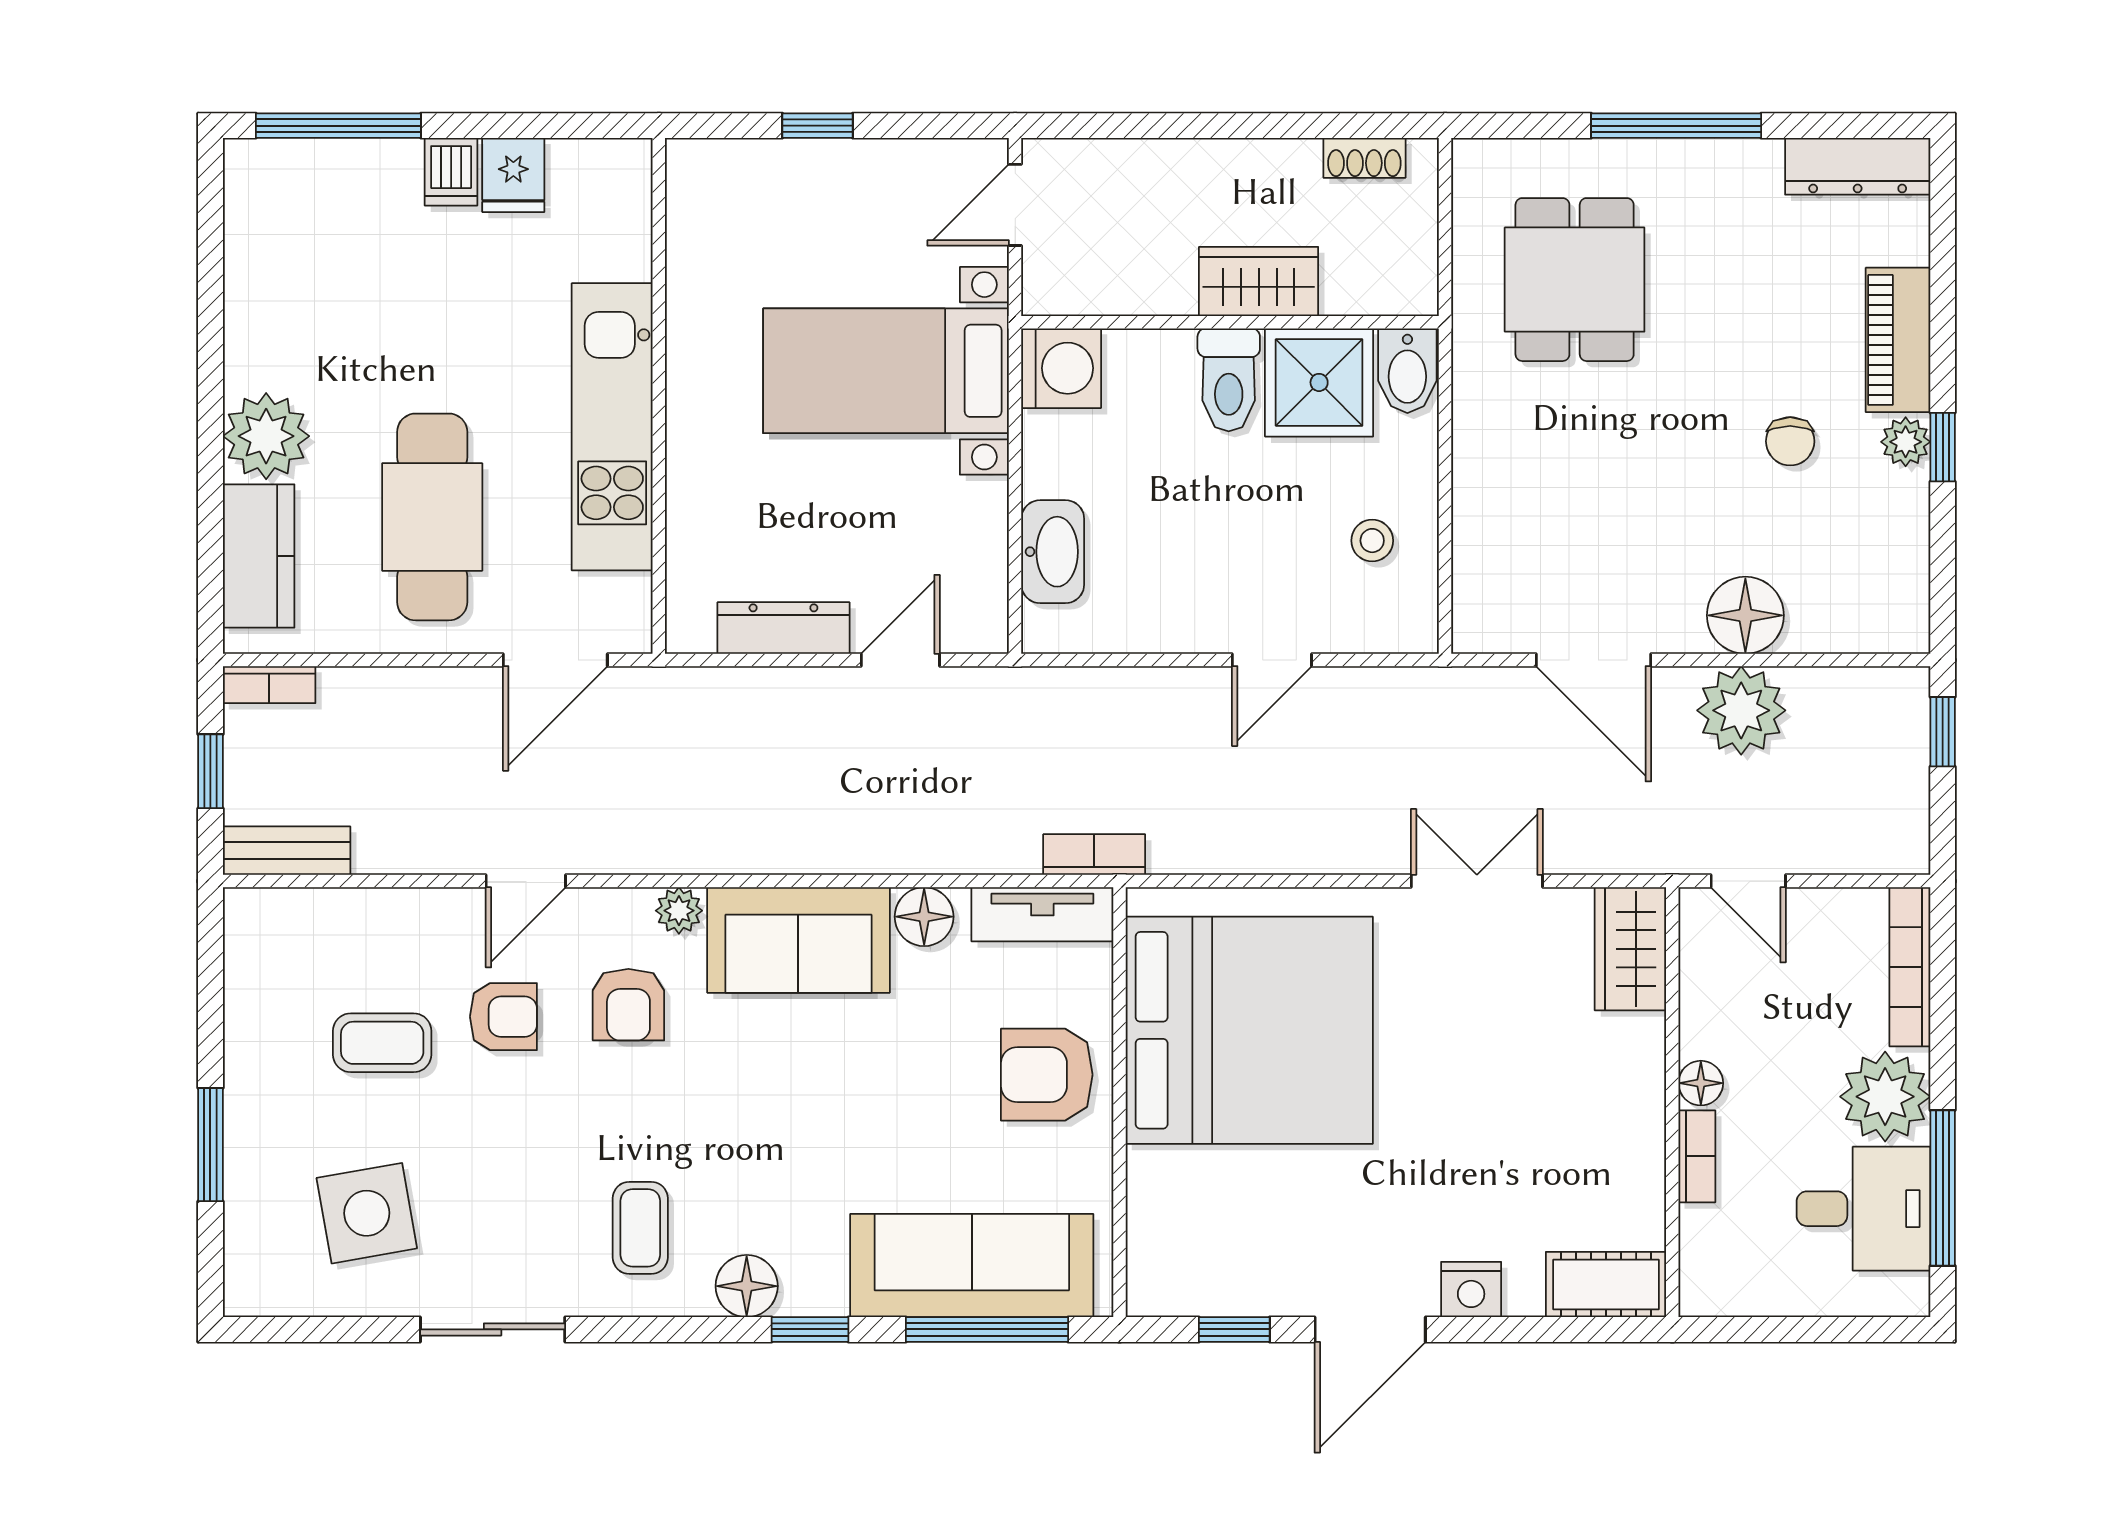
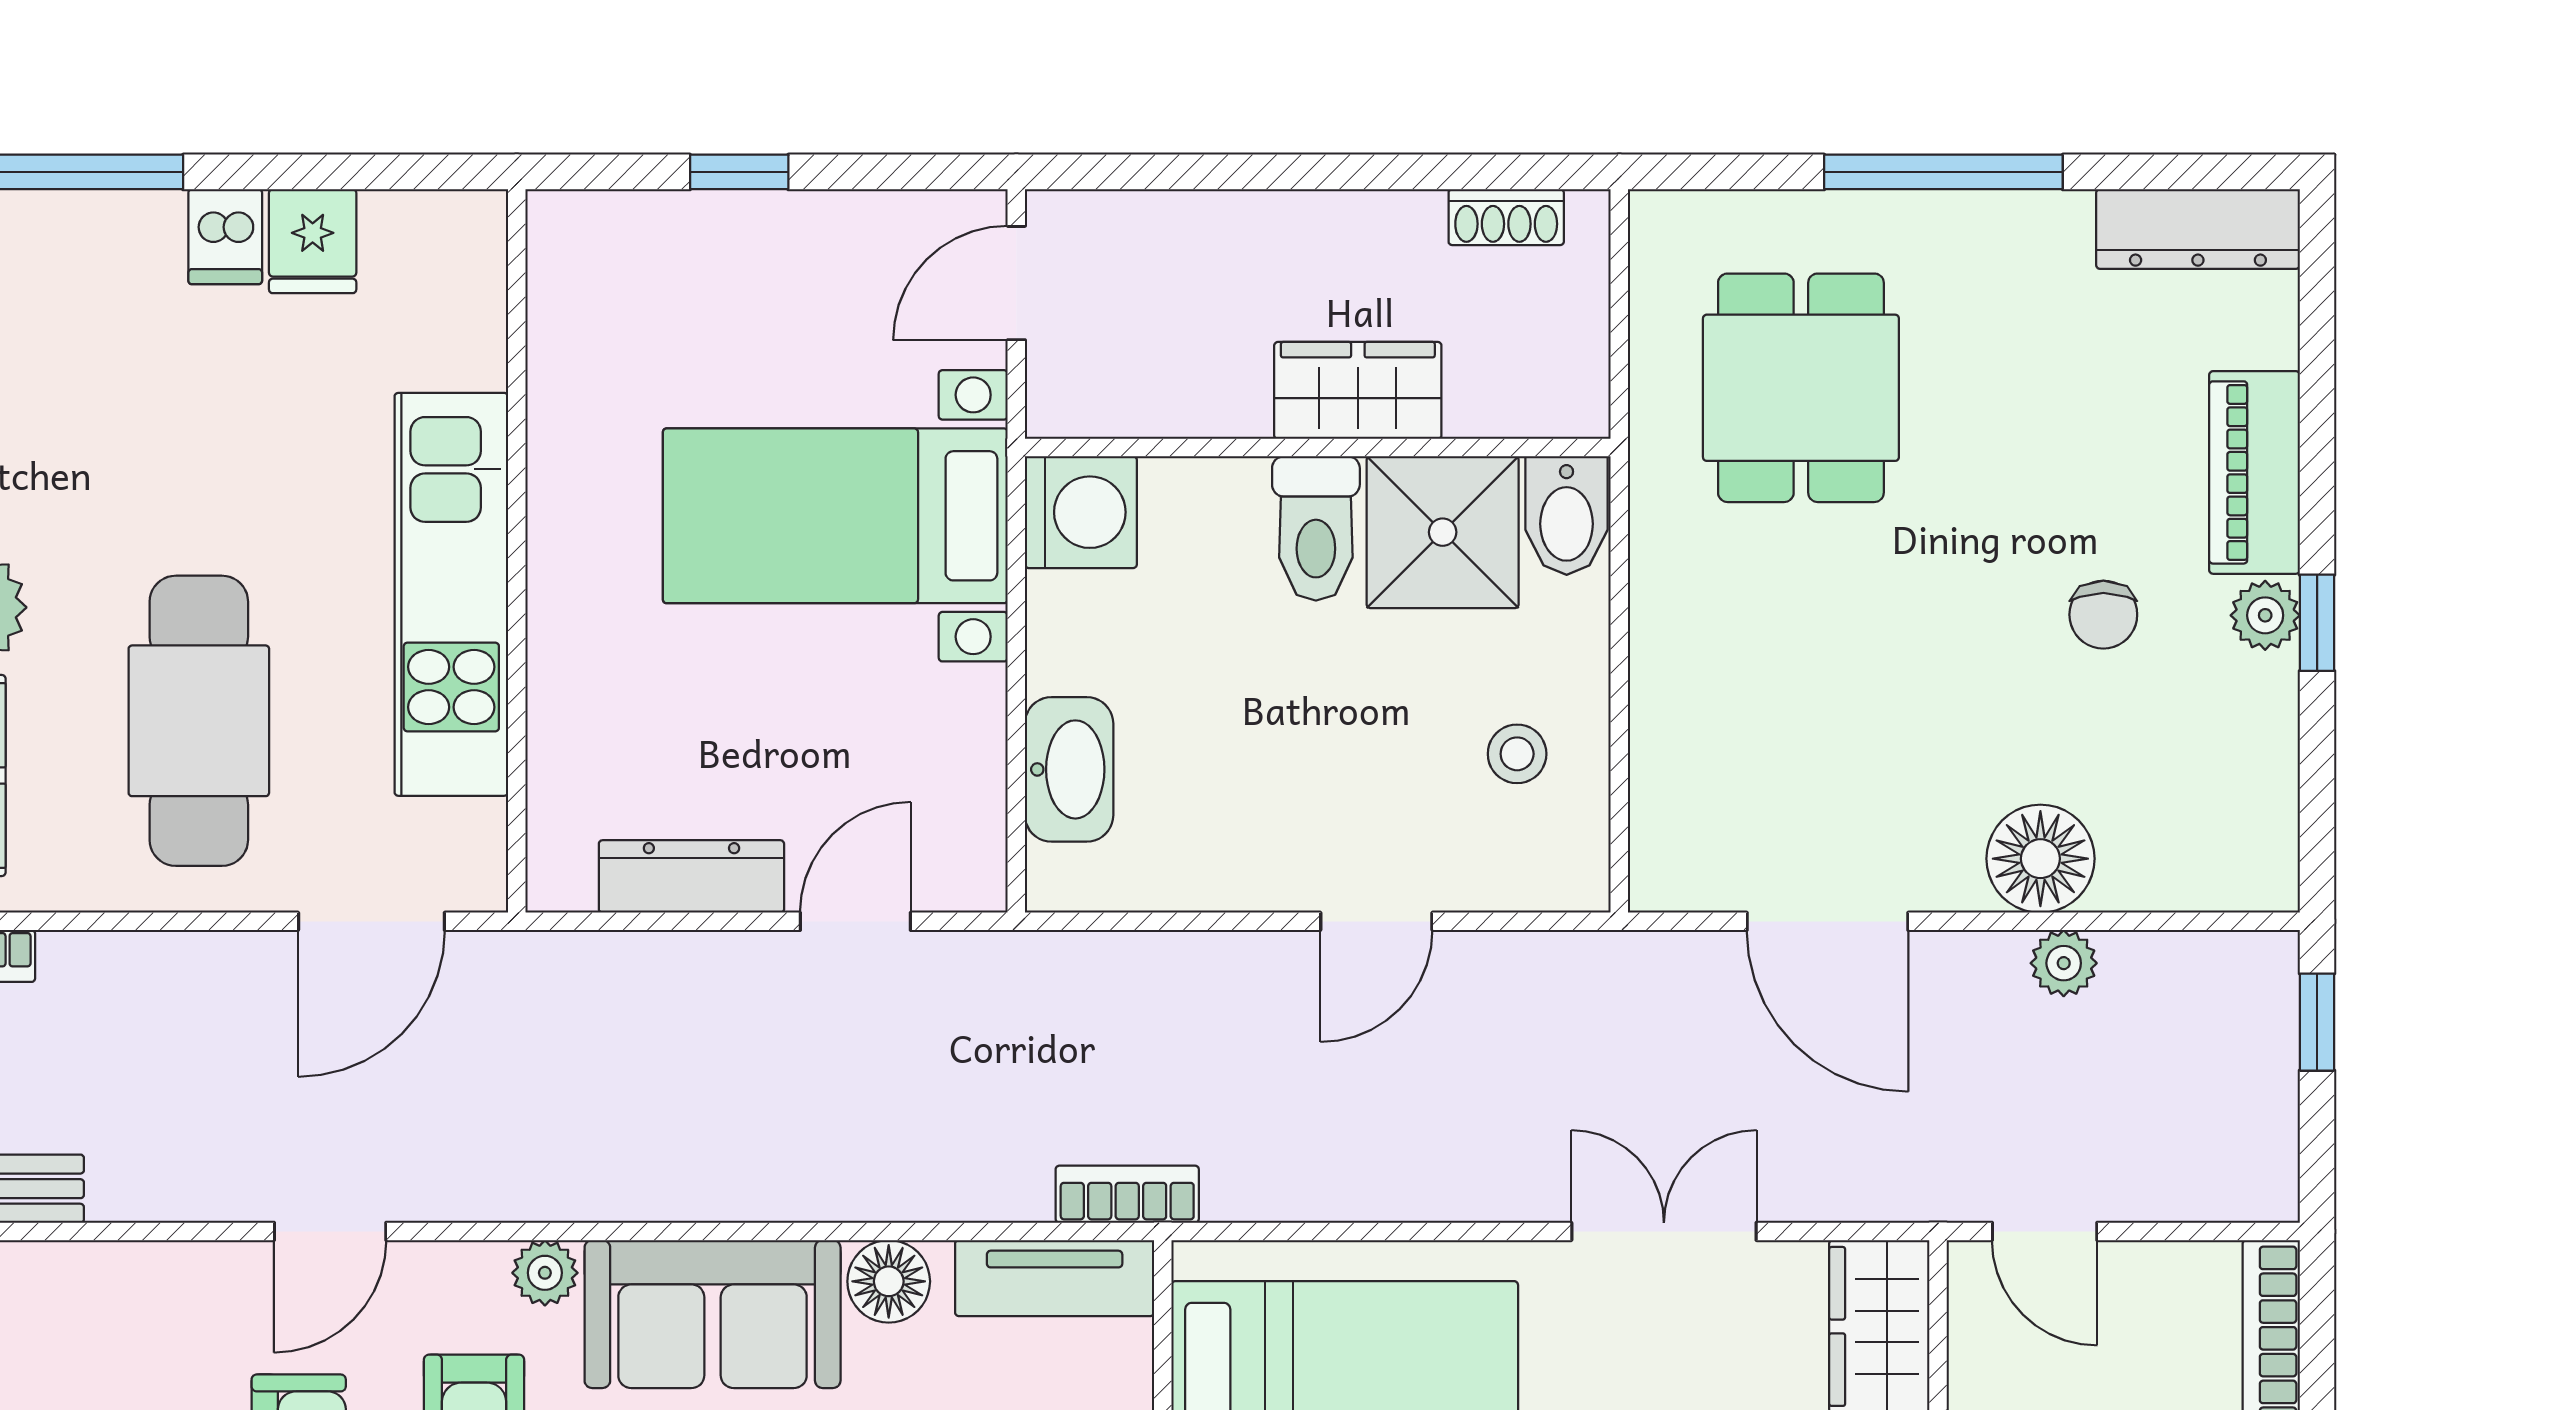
plant: (1741, 710) -> (2064, 963), width x0.53, depth x0.53

